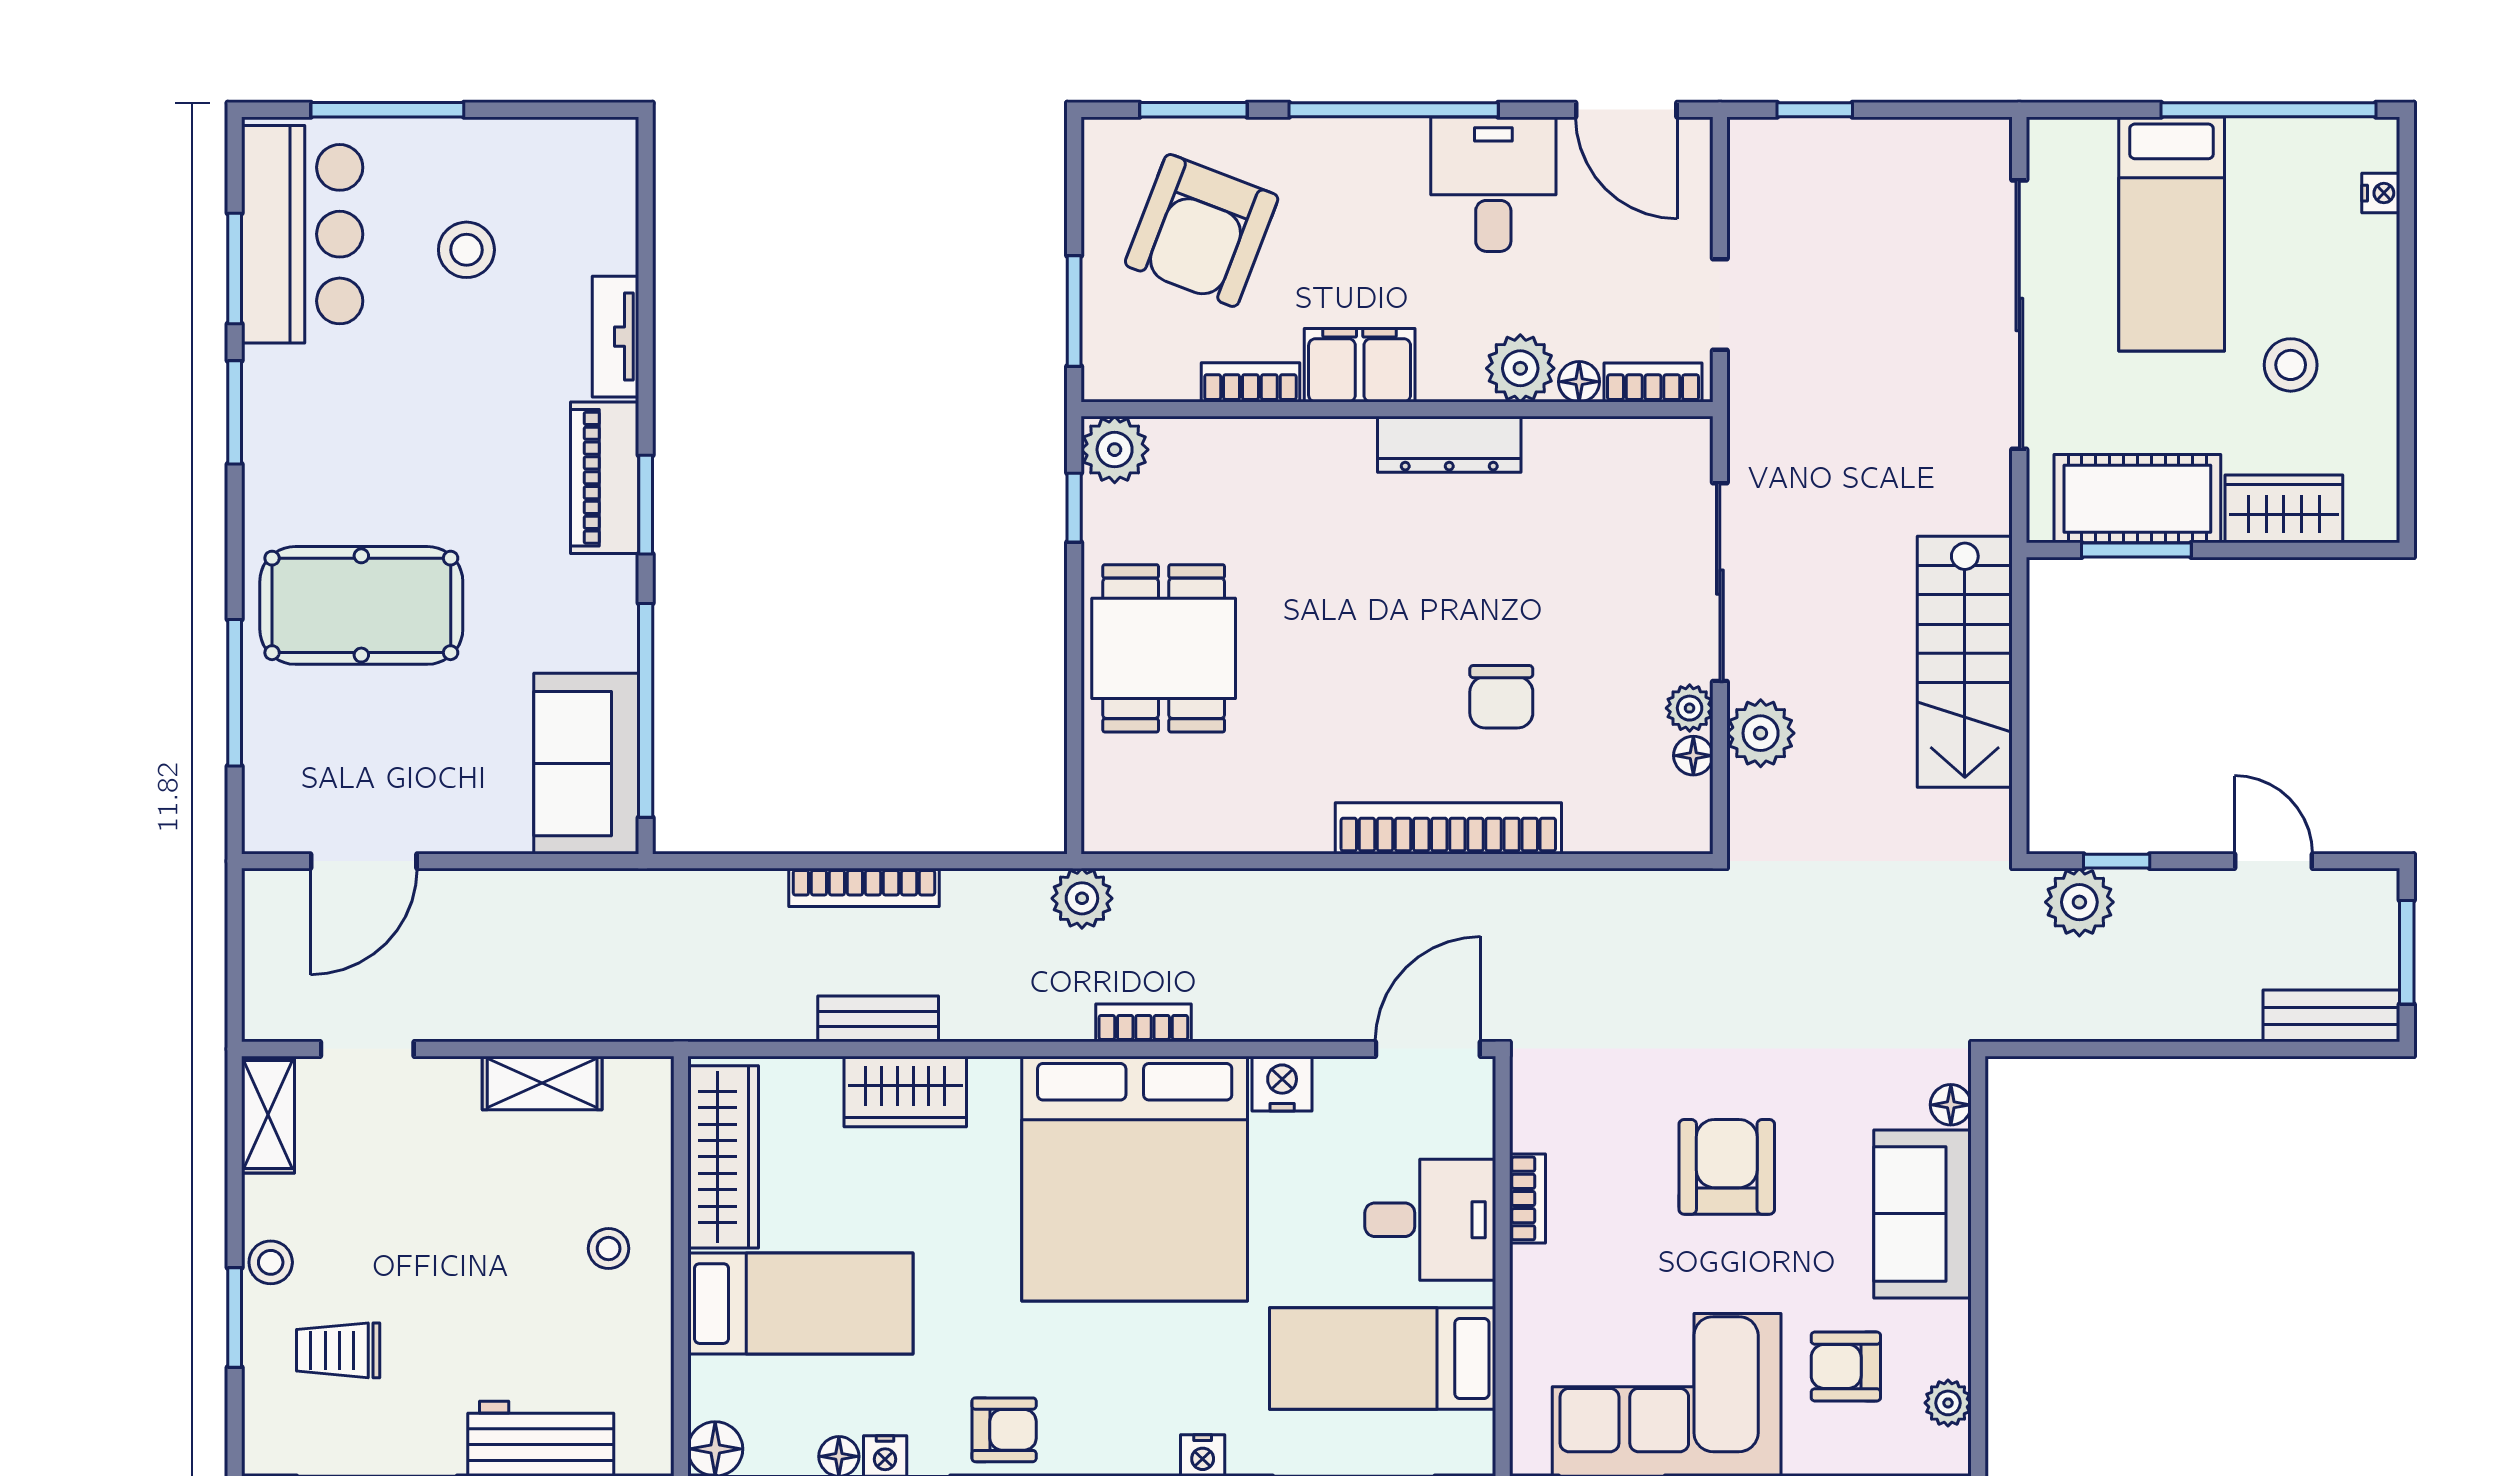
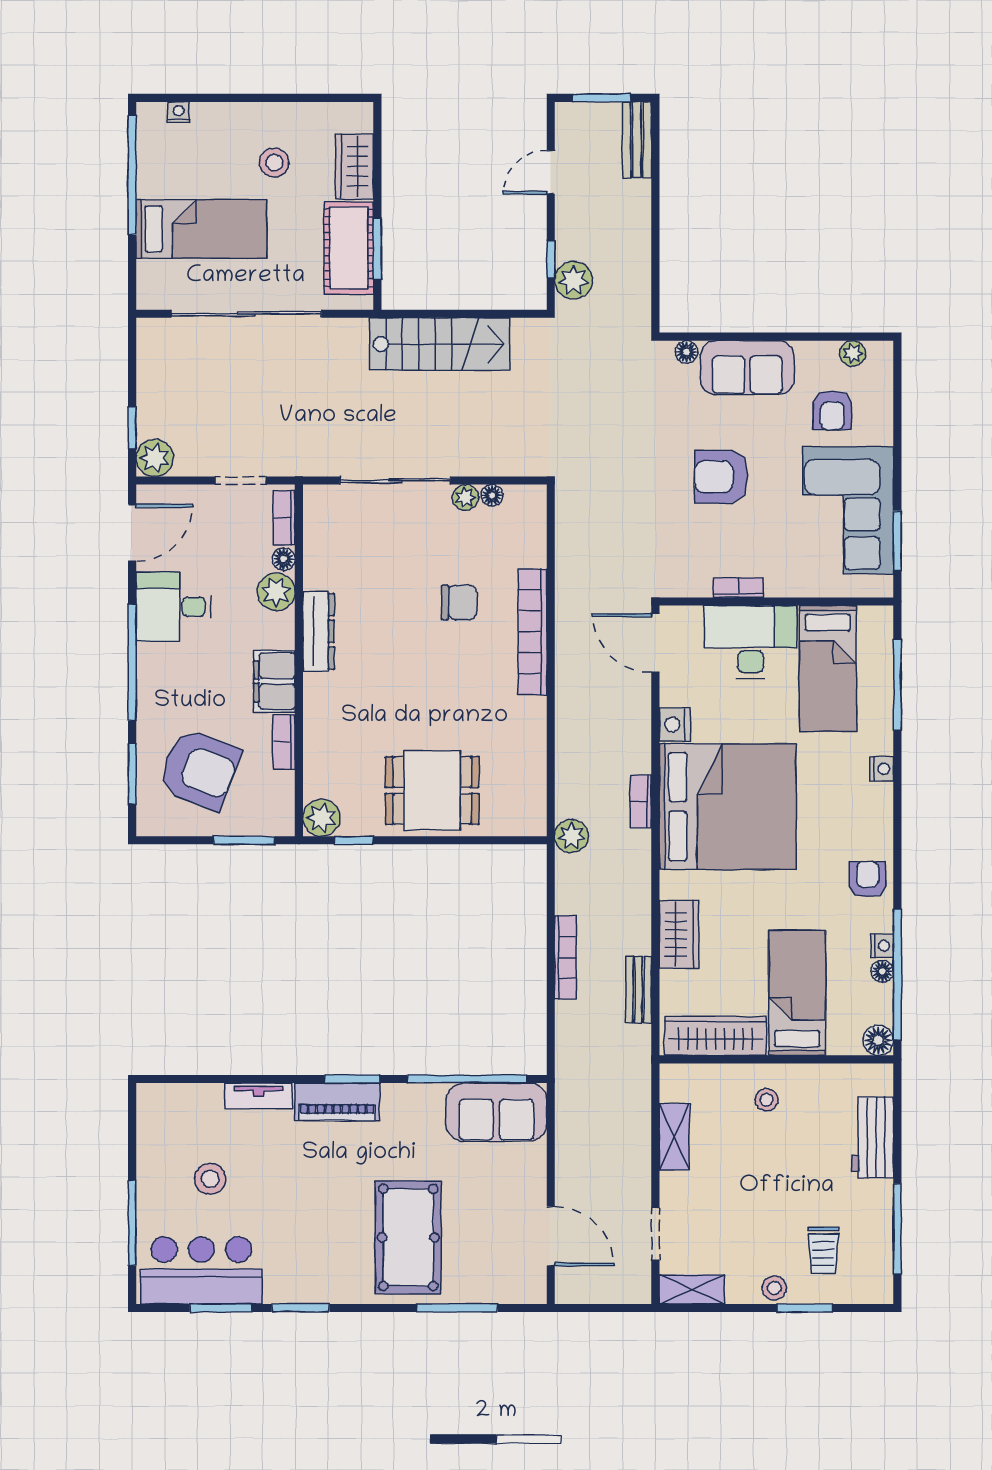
plant: (1761, 733) -> (155, 458), moved
bench: (878, 1019) -> (639, 989), moved
desk: (1430, 1220) -> (750, 642), width x1.37

